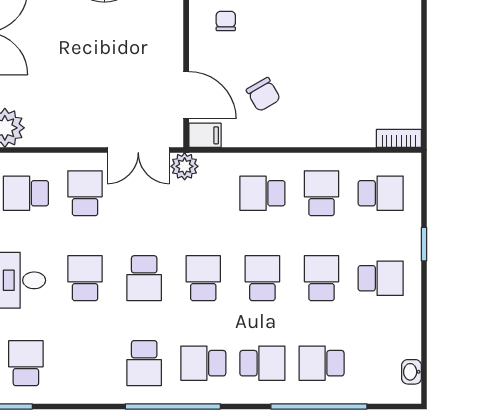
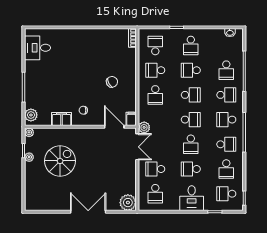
chair: (263, 94) -> (112, 82), moved
door: (186, 95) -> (114, 127), hinge flipped
school desk: (144, 278) -> (191, 144), turned 90
school desk: (203, 278) -> (191, 120), turned 180
school desk: (262, 278) -> (191, 95), turned 180
school desk: (381, 278) -> (191, 45), turned 180
school desk: (85, 363) -> (226, 169), added
school desk: (203, 363) -> (226, 120), turned 90
school desk: (262, 363) -> (226, 95), turned 90

